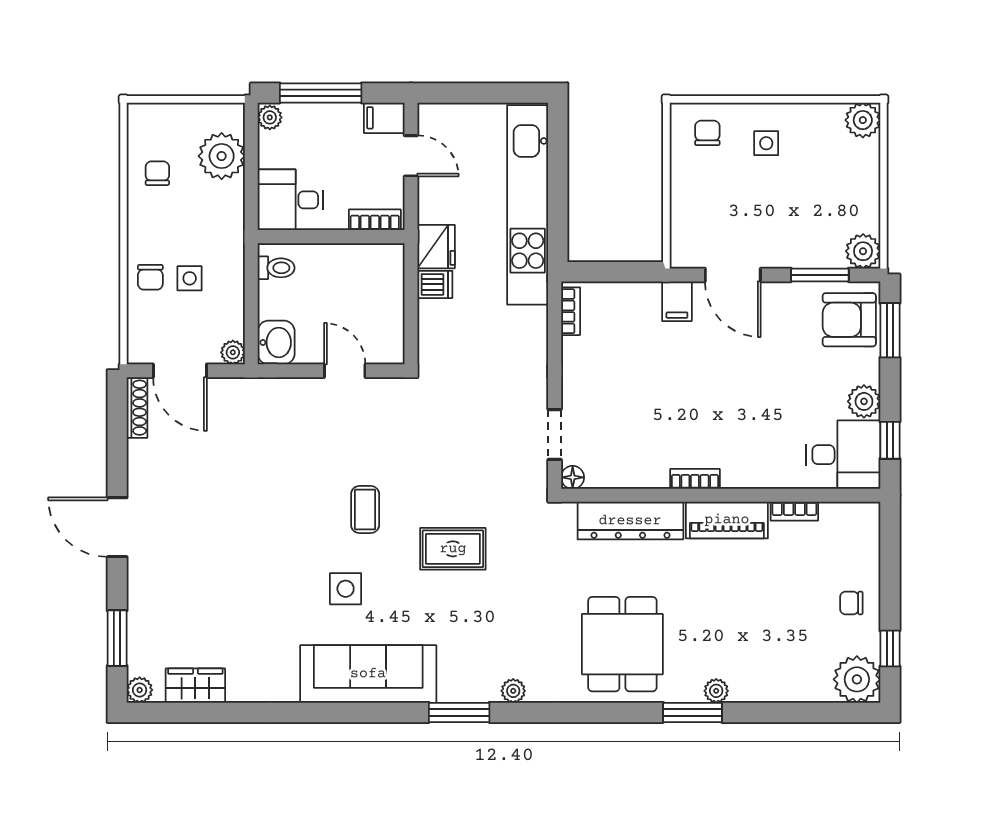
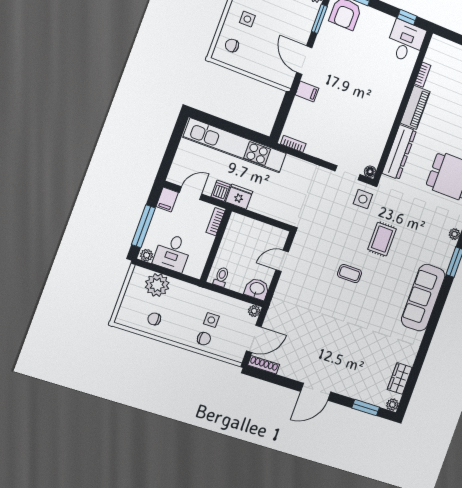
desk: (290, 200) -> (173, 253), moved
door: (733, 275) -> (304, 60), swing flipped
dishwasher: (435, 284) -> (221, 191), moved
plant: (864, 401) -> (385, 22), removed
bookcase: (695, 479) -> (391, 115), removed
side table: (346, 589) -> (363, 199), moved

